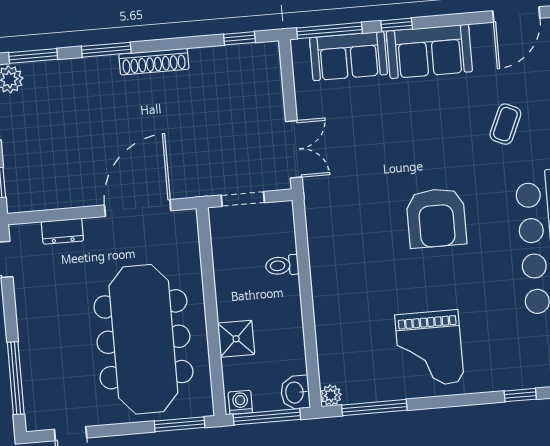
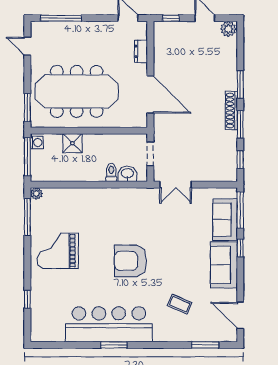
window: (33, 56) -> (240, 124), moved
washbasin: (295, 392) -> (127, 174), moved

